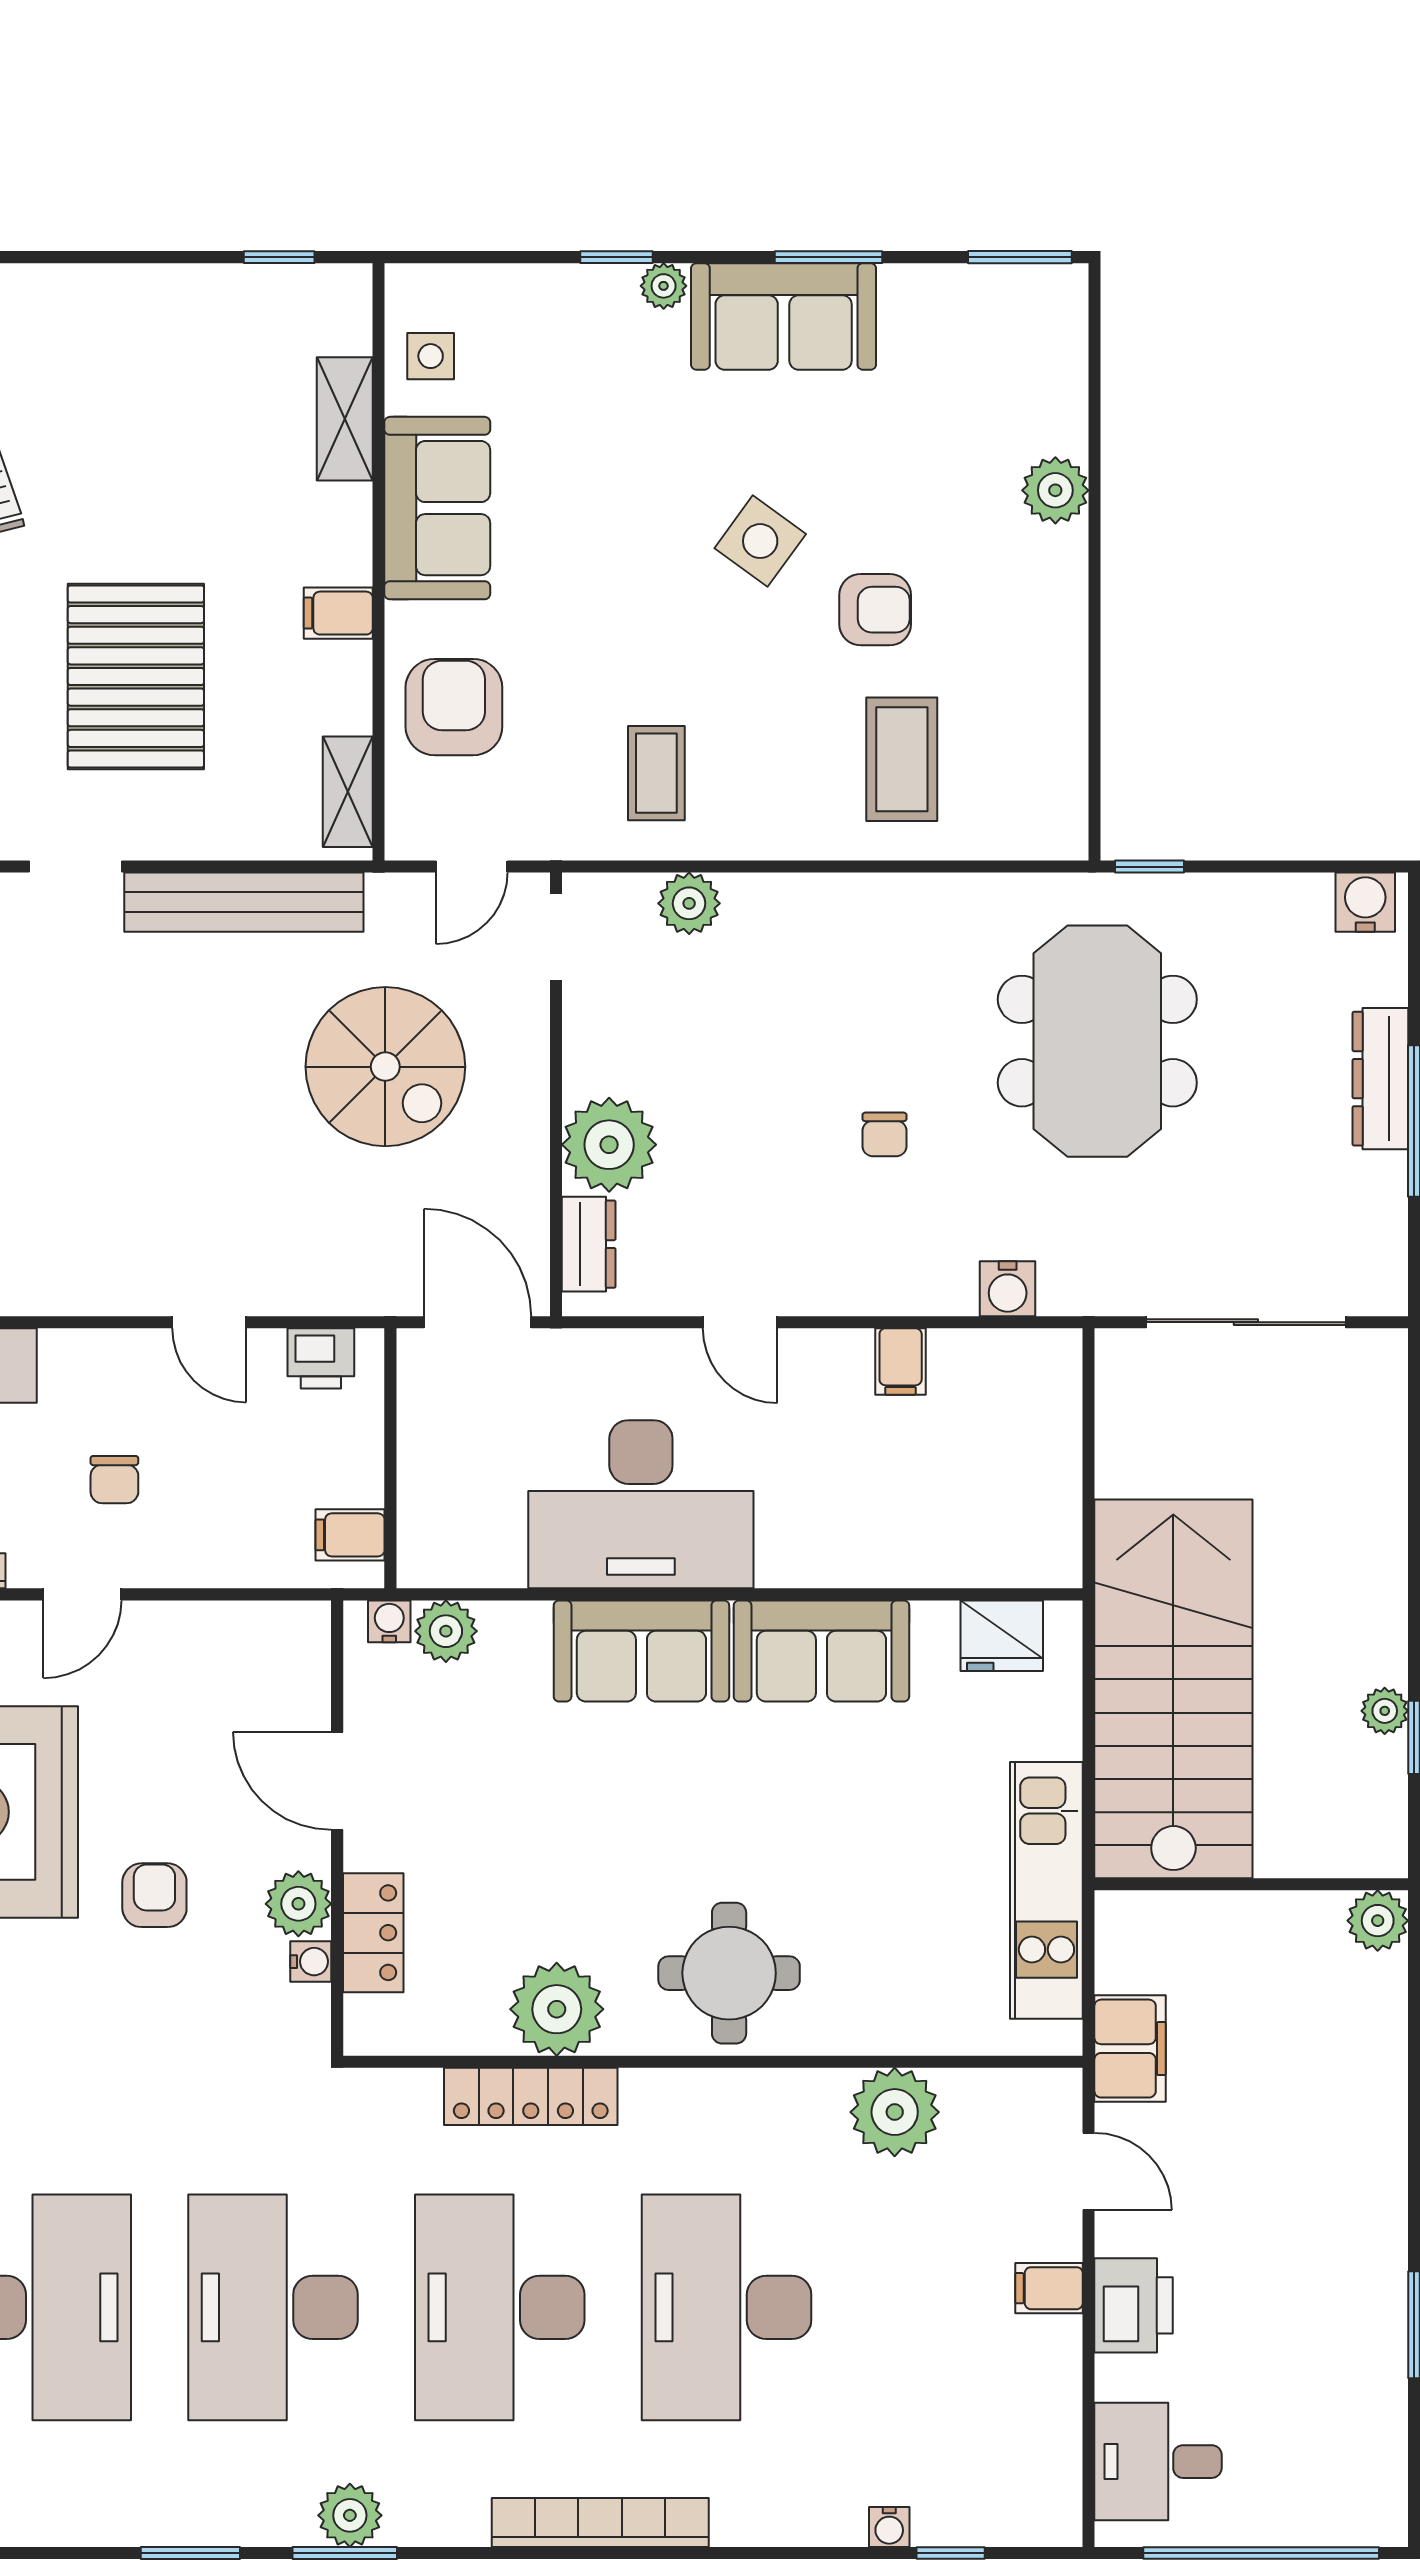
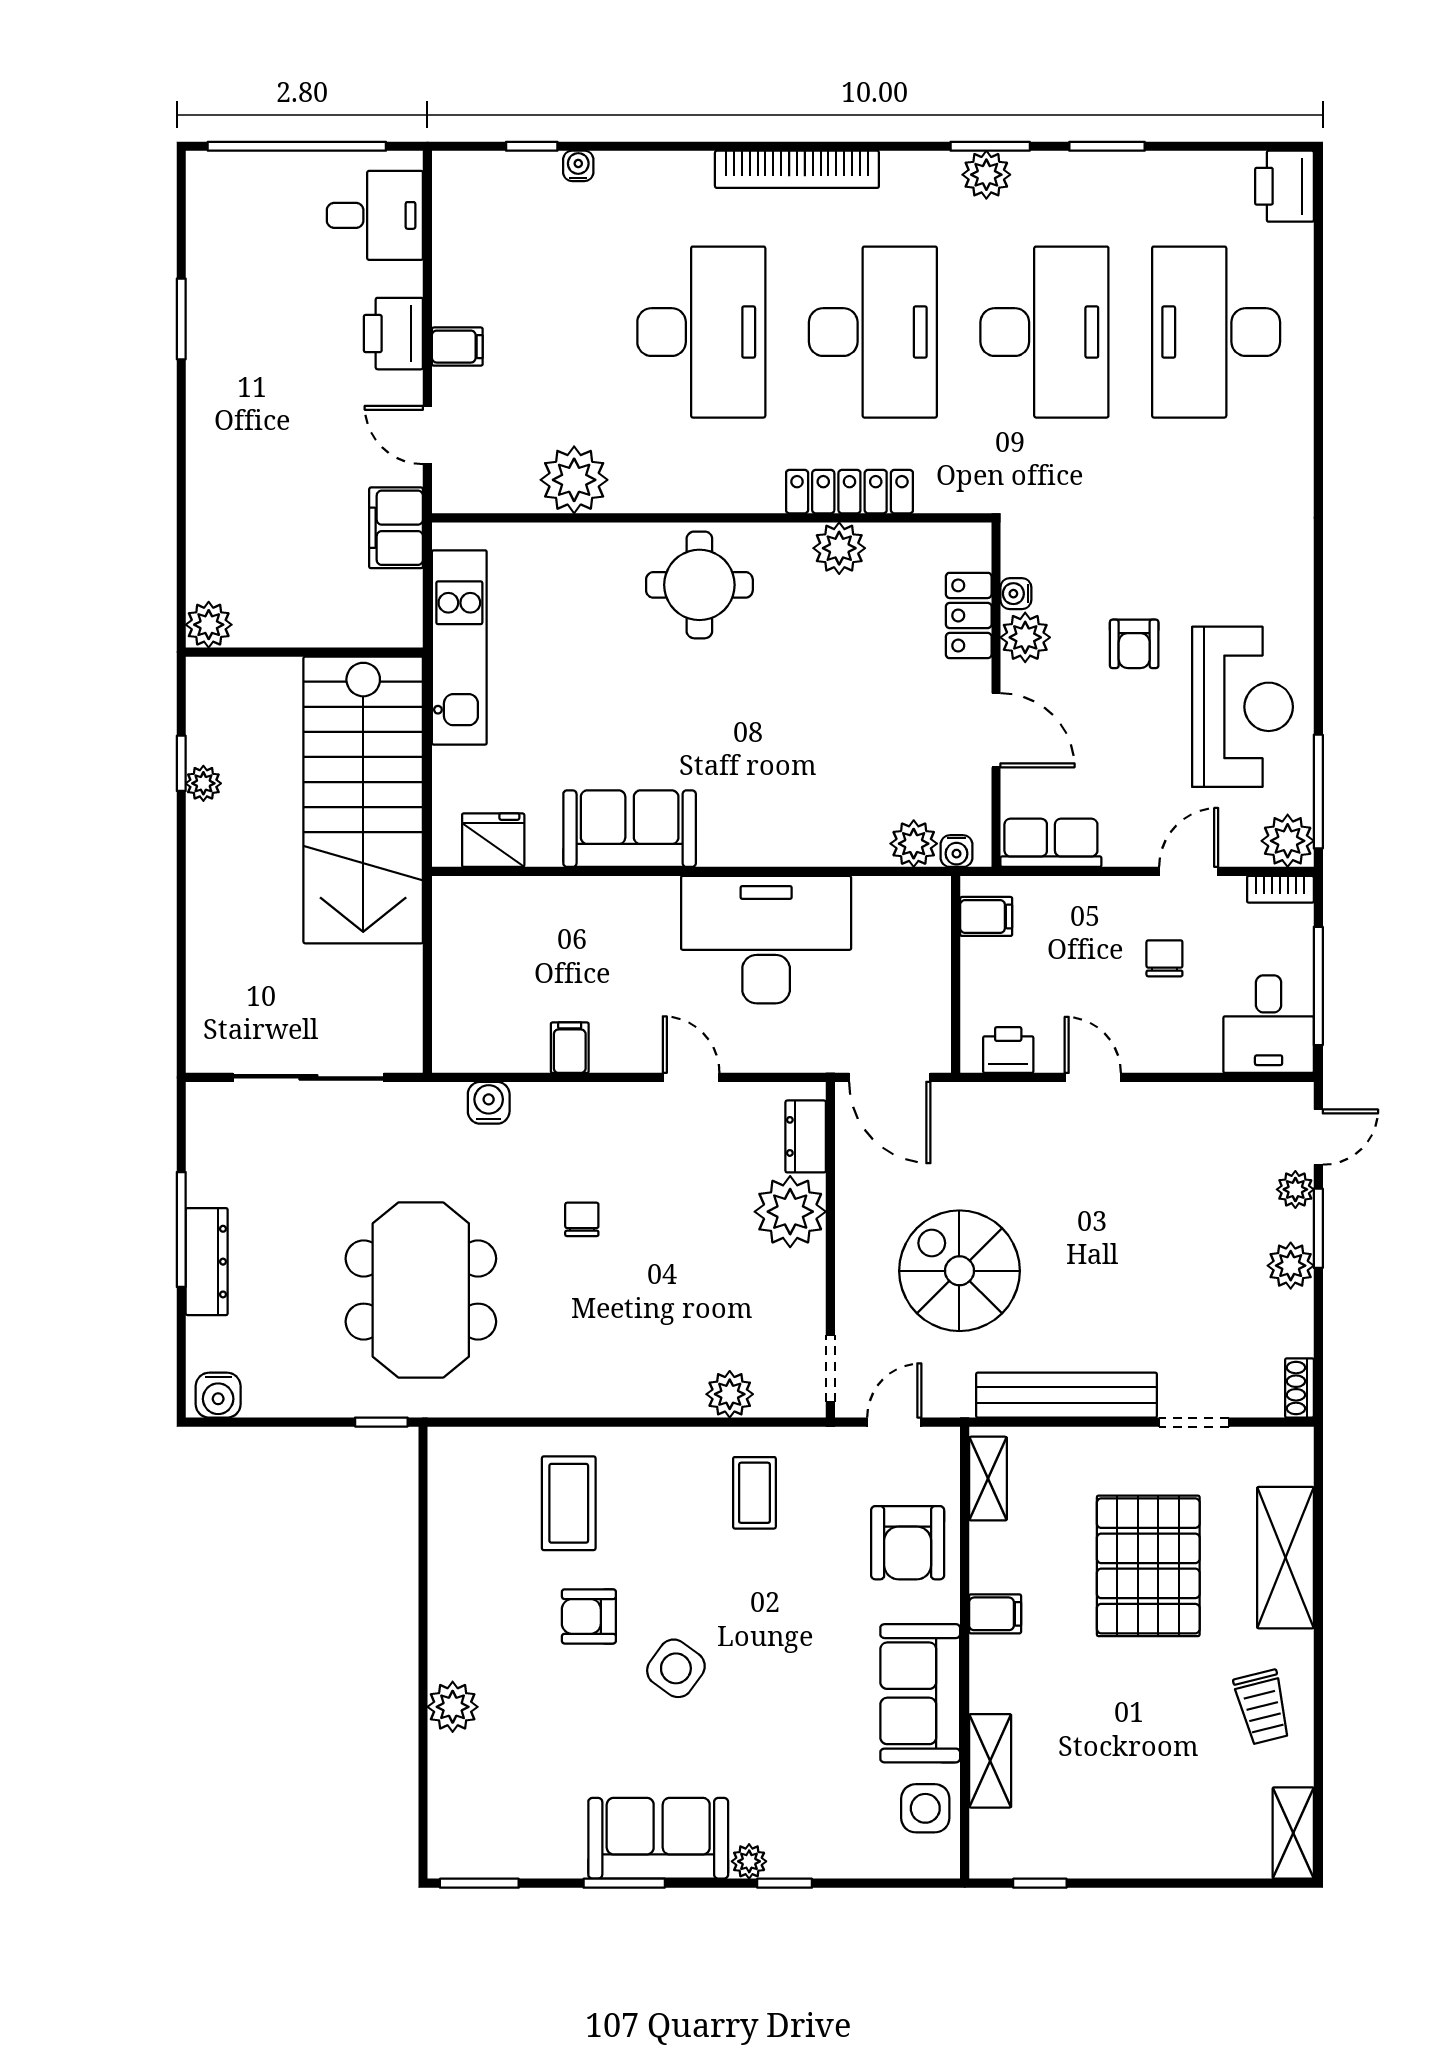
side table: (431, 356) -> (925, 1808), width x1.37, depth x1.37
row of seats: (264, 1632) -> (1051, 843), added
sofa: (641, 1651) -> (766, 829), removed
plant: (557, 2009) -> (839, 548), width x0.73, depth x0.73

